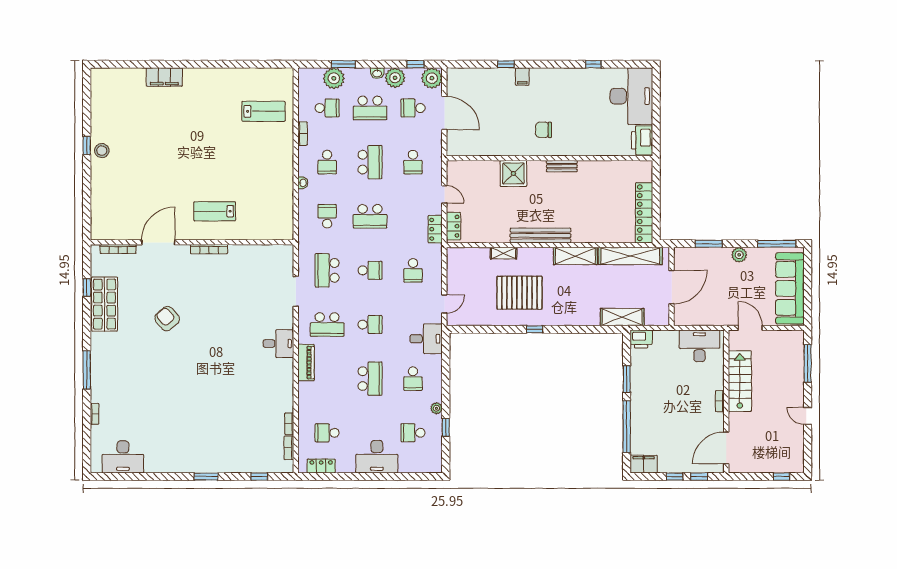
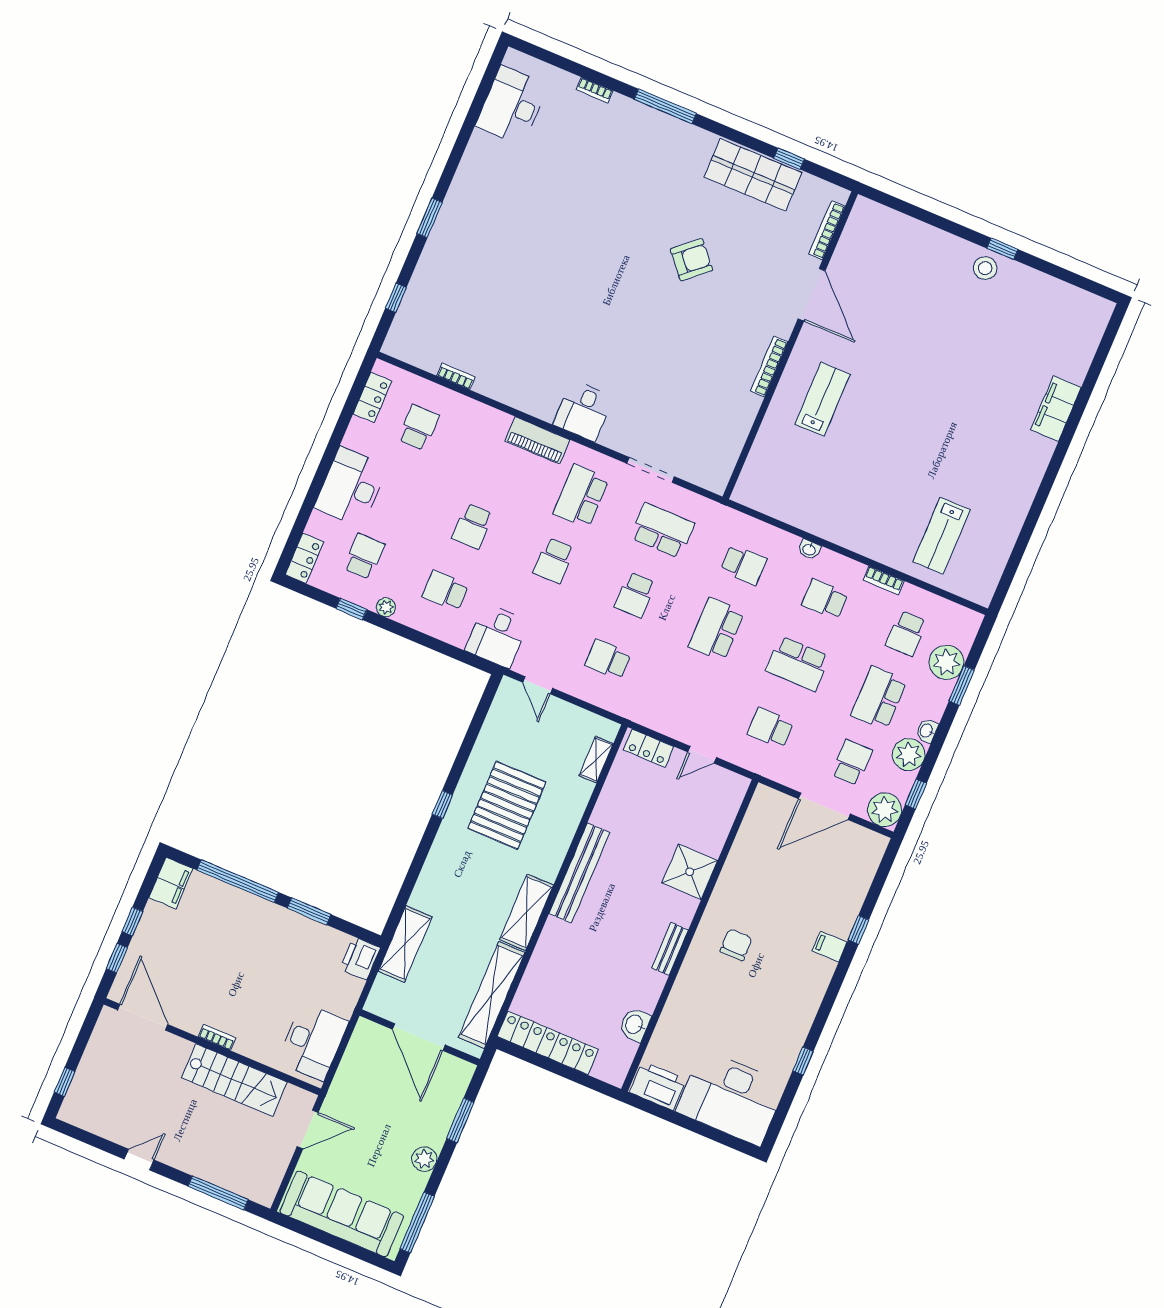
washbasin: (613, 168) -> (635, 1025), added
locker: (435, 229) -> (304, 558), moved, turned 90
shelving: (504, 253) -> (596, 760), moved
school desk: (370, 379) -> (473, 526), width x0.54
bookcase: (289, 448) -> (420, 360), removed

